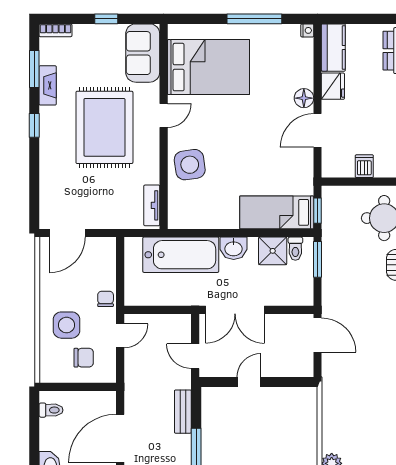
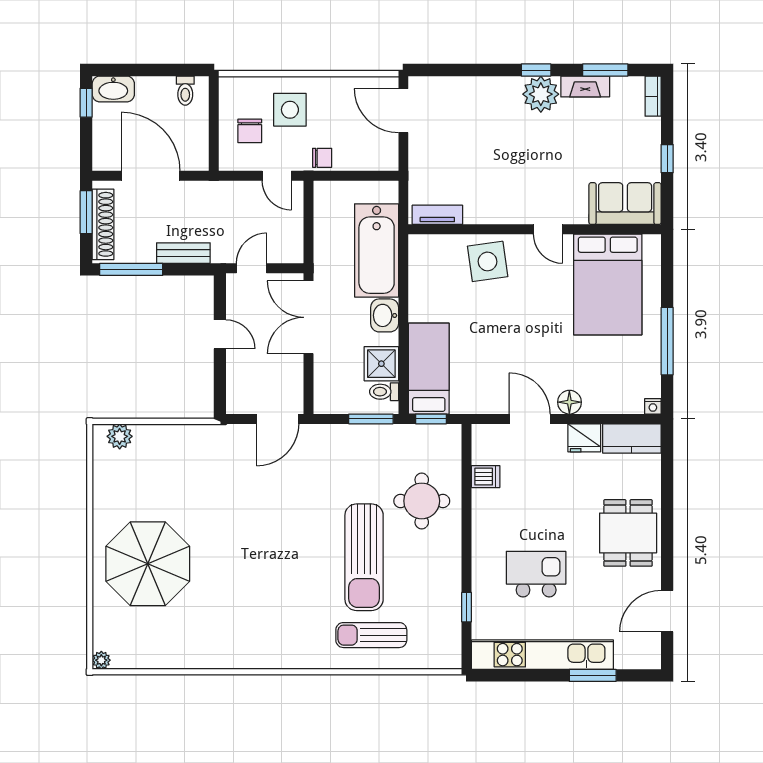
plant: (54, 121) -> (541, 94), added
rug: (104, 127) -> (533, 156), removed

